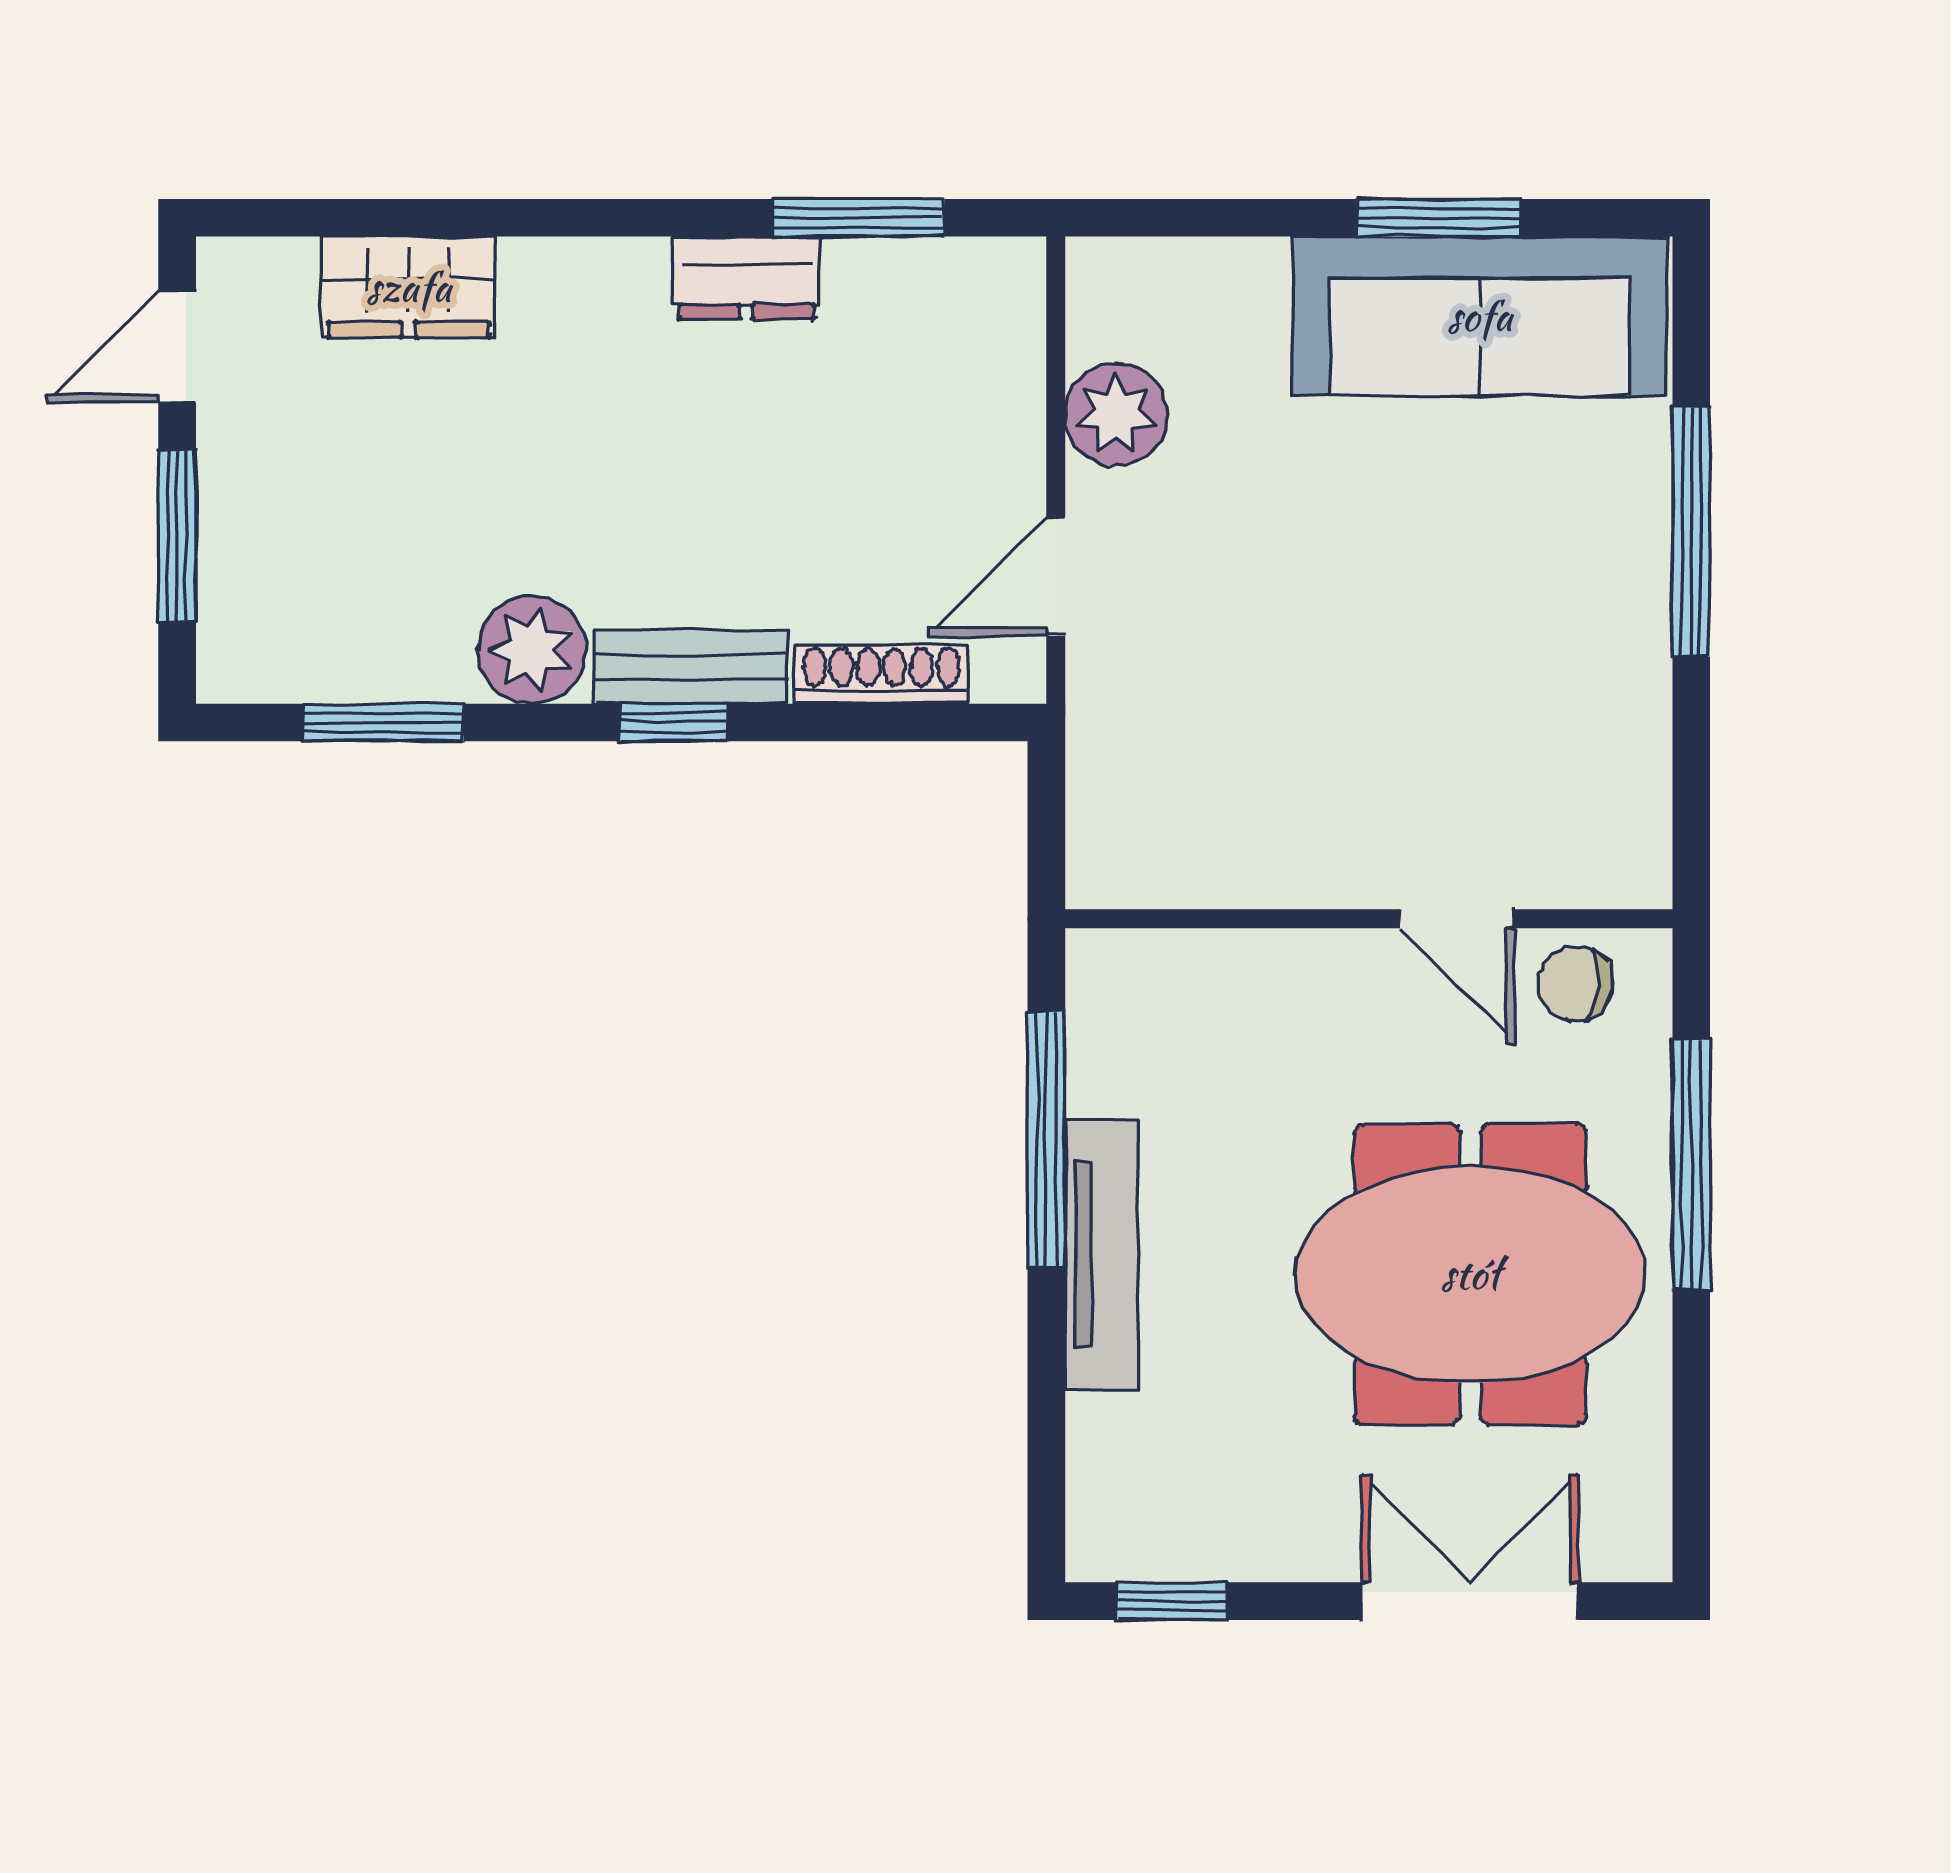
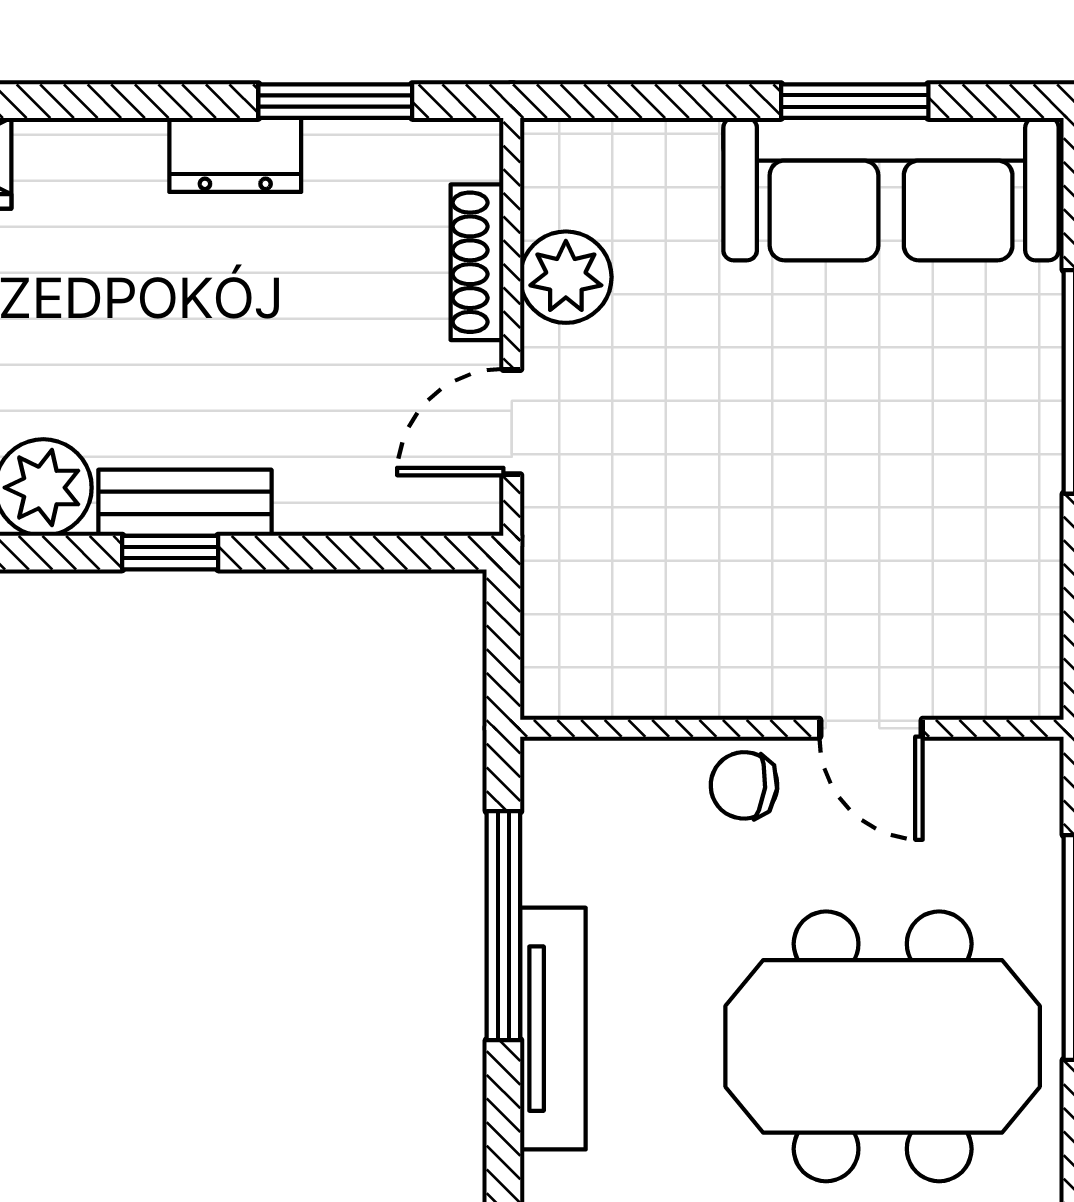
shoe rack: (882, 674) -> (477, 262), moved, turned -90
chair: (1575, 984) -> (744, 785), moved

